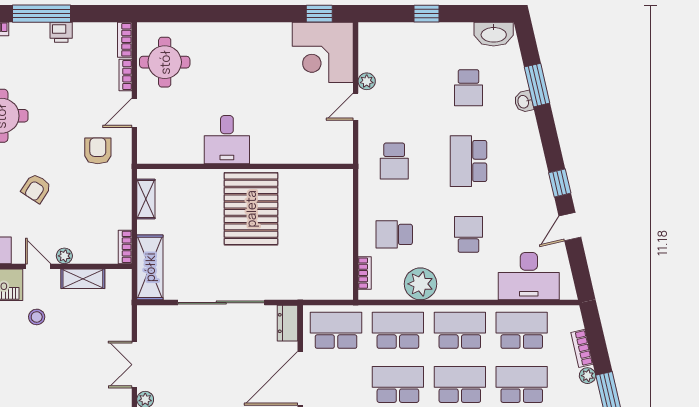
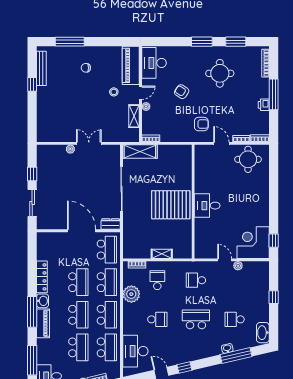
window: (537, 85) -> (236, 355), width x1.44
desk: (227, 140) -> (207, 206), moved
shelving: (146, 199) -> (162, 254), moved

